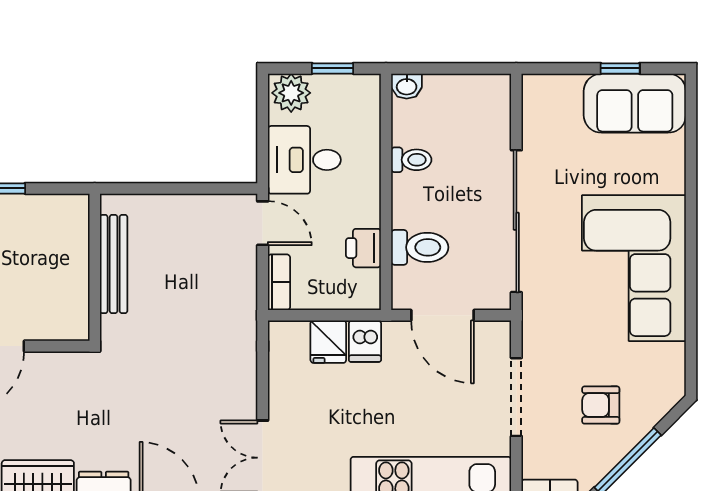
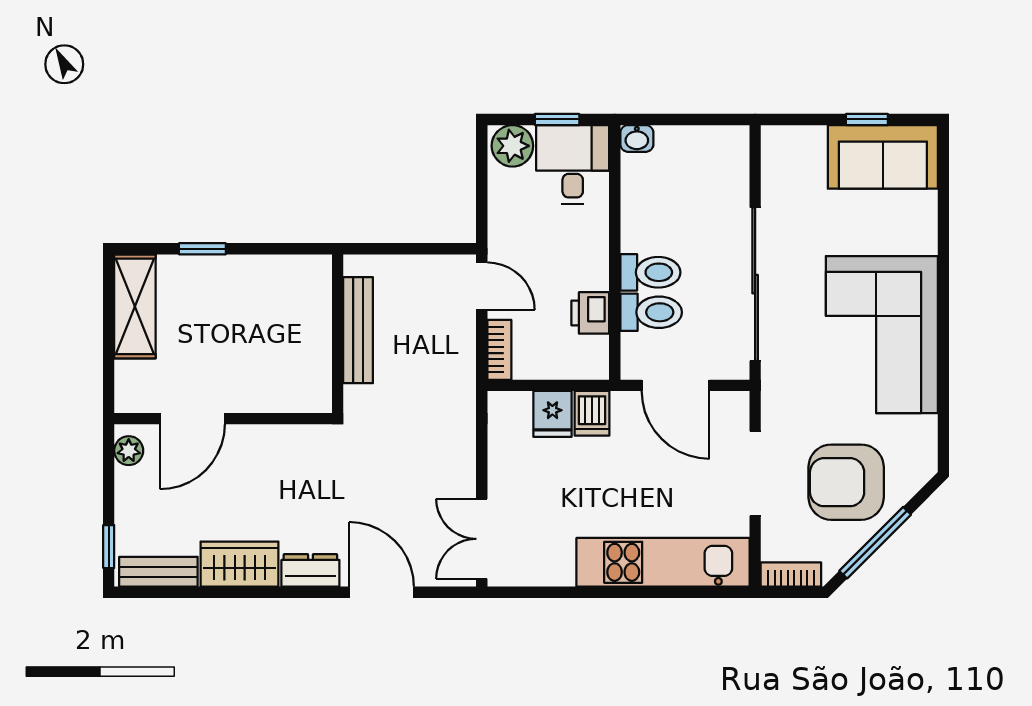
desk: (304, 160) -> (573, 164), moved, turned 90
toilet: (411, 160) -> (650, 272), moved, width x1.37, depth x1.39
bench: (114, 264) -> (358, 330), moved
wall: (95, 267) -> (338, 334), moved
armchair: (601, 405) -> (846, 482), width x1.88, depth x1.88

